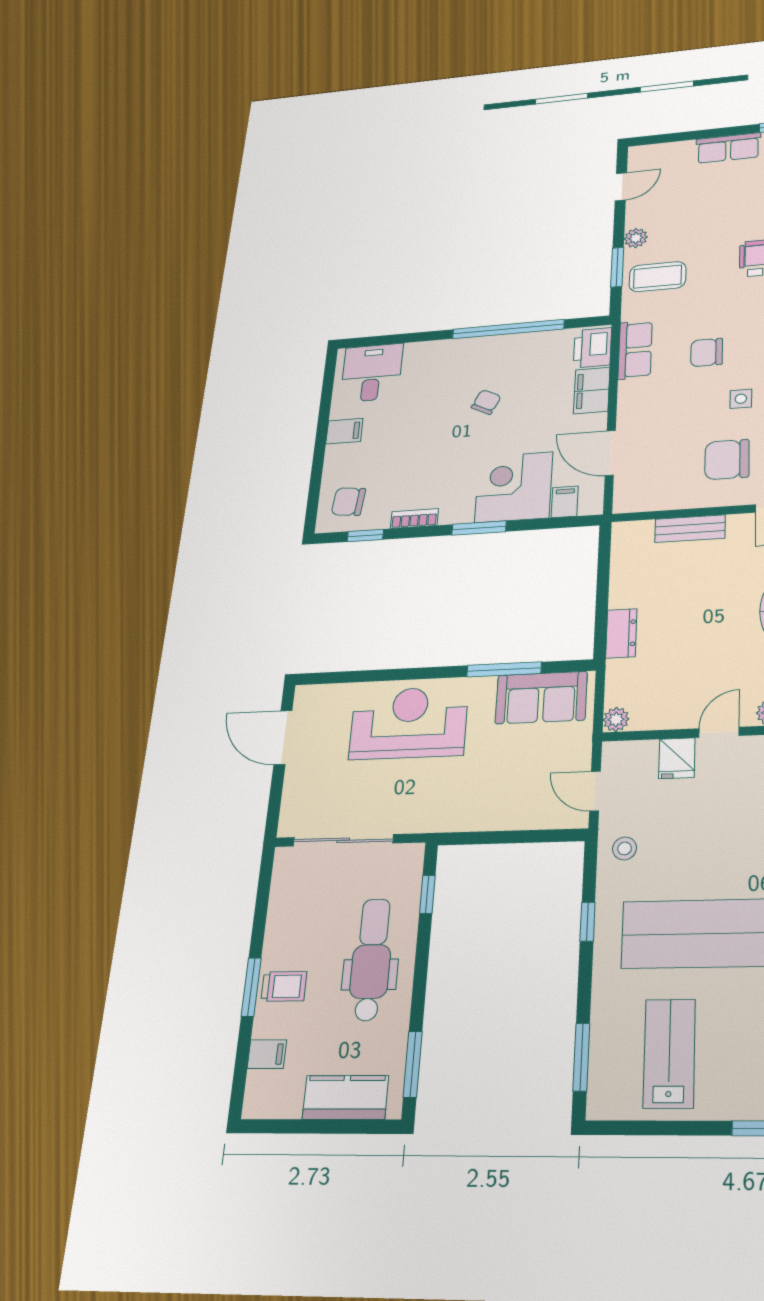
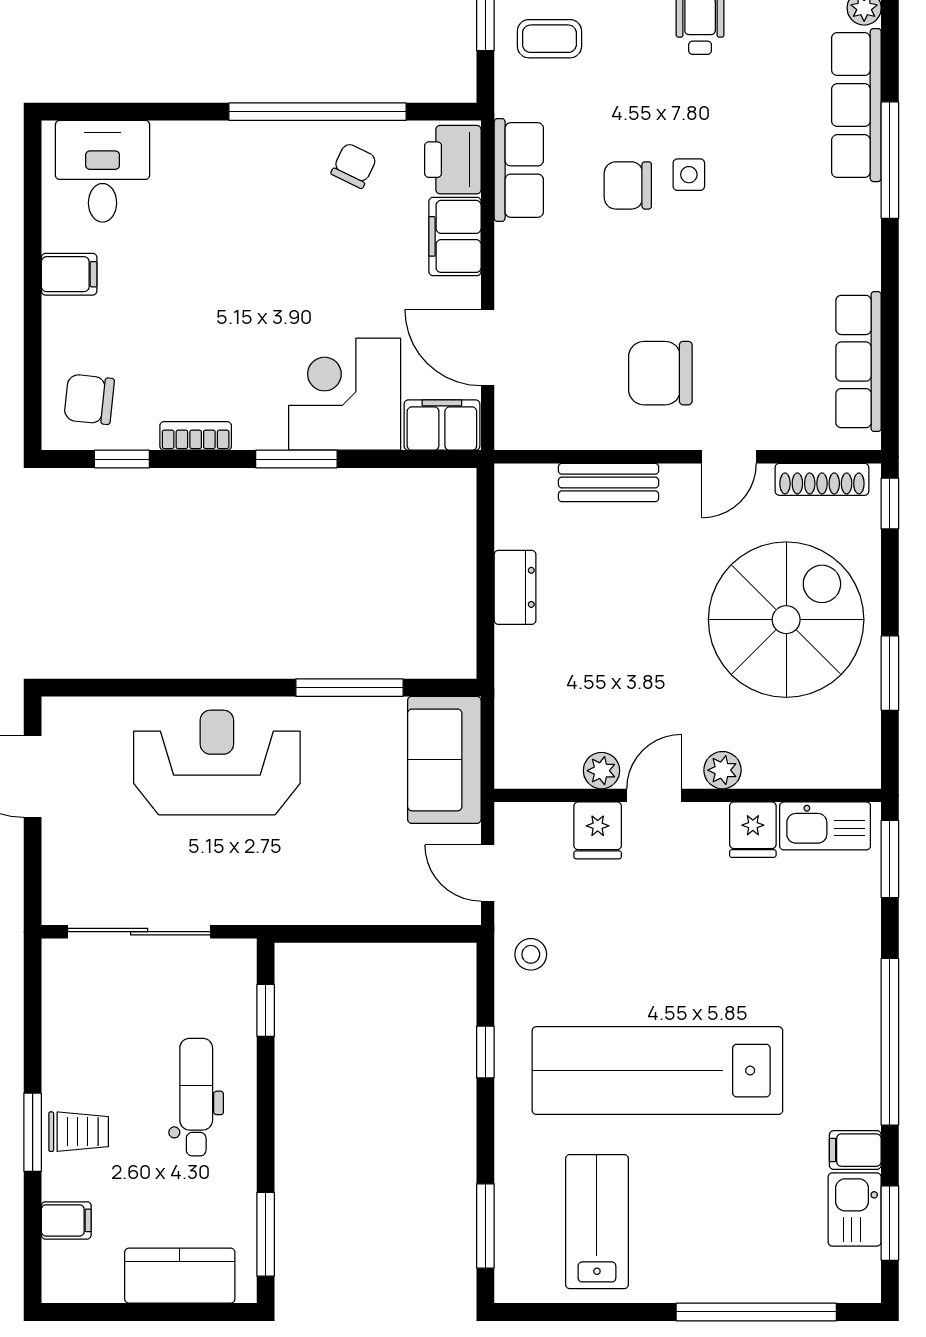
coffee table: (658, 277) -> (549, 39), width x0.73, depth x0.77
side table: (741, 399) -> (689, 175), moved
chair: (486, 402) -> (354, 166), moved
filing cabinet: (565, 502) -> (442, 425), width x2.00
dresser: (621, 633) -> (515, 587), moved
sofa: (541, 698) -> (444, 760), moved, turned 90
plant: (616, 719) -> (601, 771), moved
dental chair: (371, 959) -> (196, 1097), width x0.73, depth x0.72

